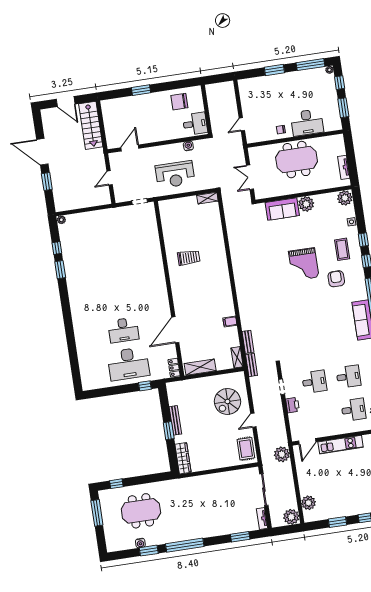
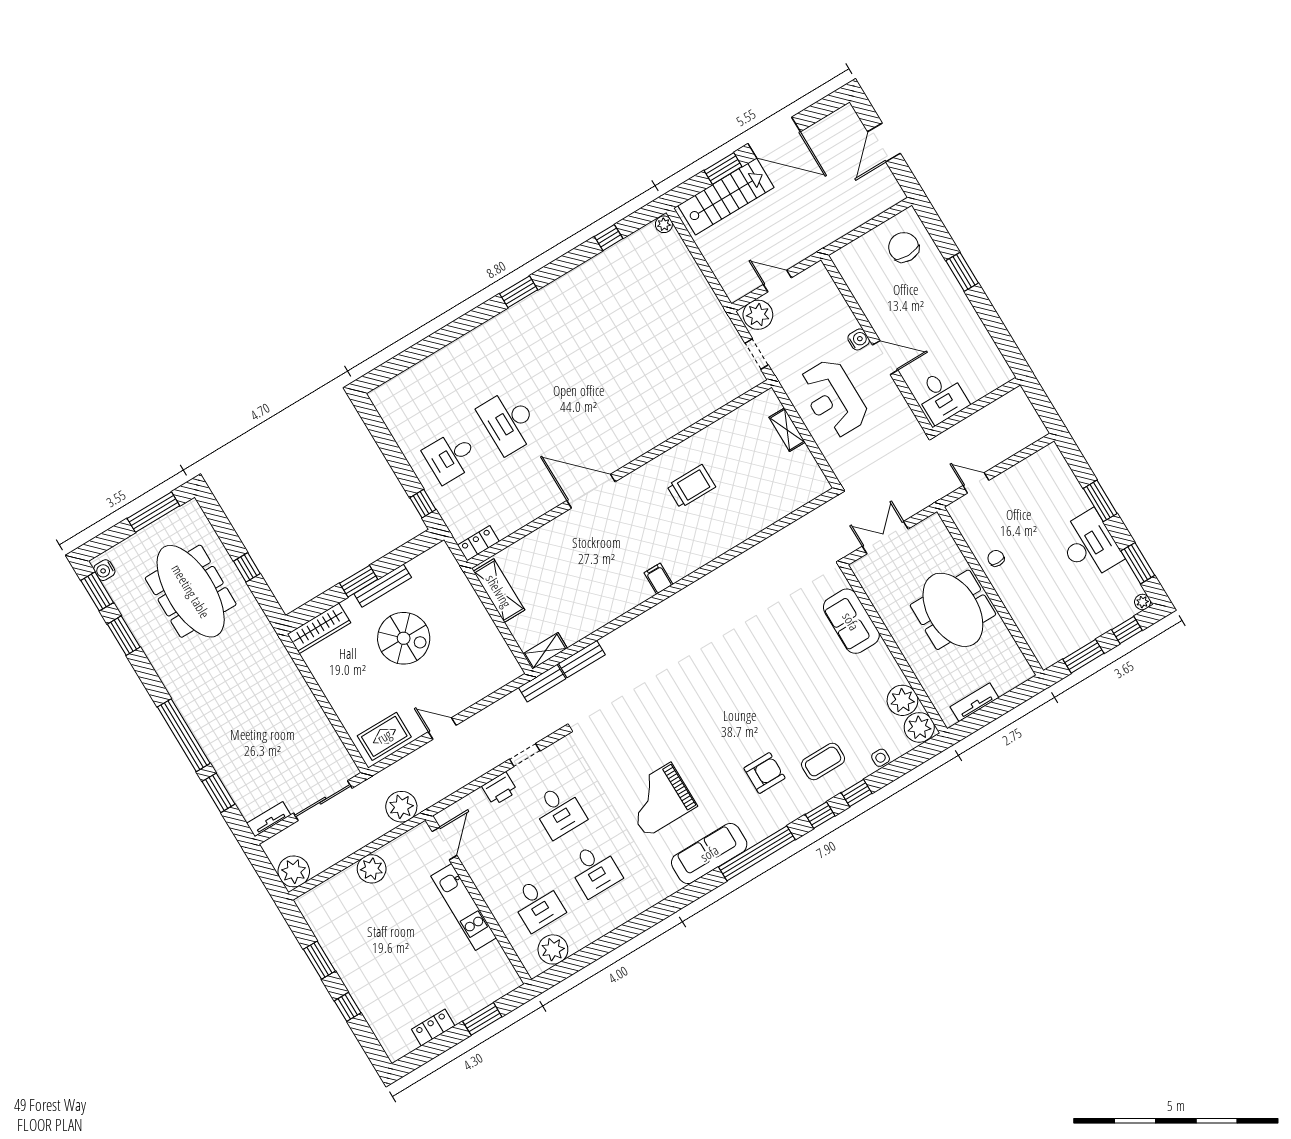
window: (310, 65) -> (1138, 563), width x0.69
chair: (179, 102) -> (904, 247), moved
desk: (307, 123) -> (1089, 545), moved, turned 180
stairs: (91, 125) -> (726, 197), moved, turned 180
water cooler: (188, 146) -> (859, 339), moved
door: (130, 148) -> (885, 358), moved
door: (42, 152) -> (774, 138), swing flipped
plant: (122, 193) -> (758, 315), added
shelving: (207, 198) -> (787, 430), moved
plant: (306, 204) -> (902, 700), moved
trolley: (189, 258) -> (691, 486), turned -90
grand piano: (304, 264) -> (659, 800), moved
window: (60, 270) -> (519, 292), moved
filing cabinet: (230, 322) -> (658, 579), moved
door: (175, 330) -> (591, 491), moved
desk: (128, 364) -> (451, 457), width x0.53, depth x0.77
spiral stairs: (227, 401) -> (404, 638), moved, turned 180
door: (307, 441) -> (444, 843), swing flipped
window: (116, 484) -> (247, 567), moved
plant: (308, 503) -> (372, 869), moved
meeting table: (141, 511) -> (191, 591), width x1.36
water cooler: (140, 543) -> (104, 570), moved
window: (185, 545) -> (184, 735), moved
window: (123, 554) -> (97, 591), added

